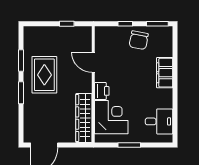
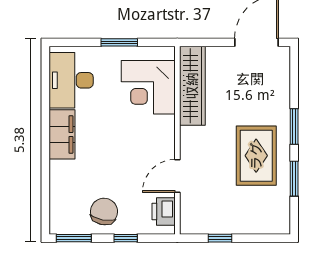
door: (93, 62) -> (177, 176), swing flipped
filing cabinet: (165, 73) -> (62, 134), moved
printer: (102, 91) -> (164, 211), moved
desk: (159, 121) -> (71, 80), width x1.37

